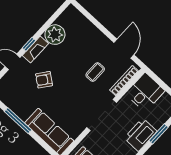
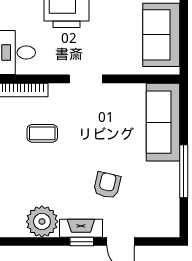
armchair: (44, 80) -> (107, 185), turned -114
doorway: (102, 115) -> (86, 79), width x0.53

